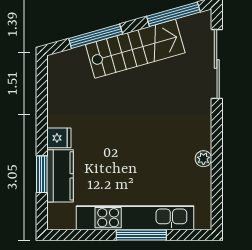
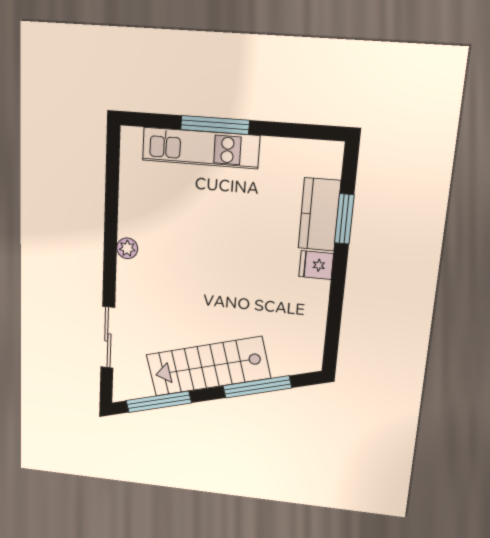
sliding door: (217, 64) -> (108, 337), width x0.73
plant: (203, 159) -> (127, 248), moved
kitchen unit: (135, 218) -> (201, 148), width x0.73

